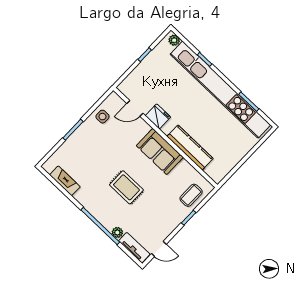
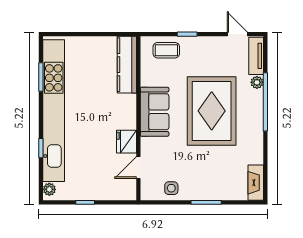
door: (135, 108) -> (138, 168), swing flipped
kitchen counter: (190, 147) -> (127, 65), moved
fireplace: (65, 181) -> (256, 183), moved
rug: (126, 187) -> (212, 111), width x1.86, depth x2.06

